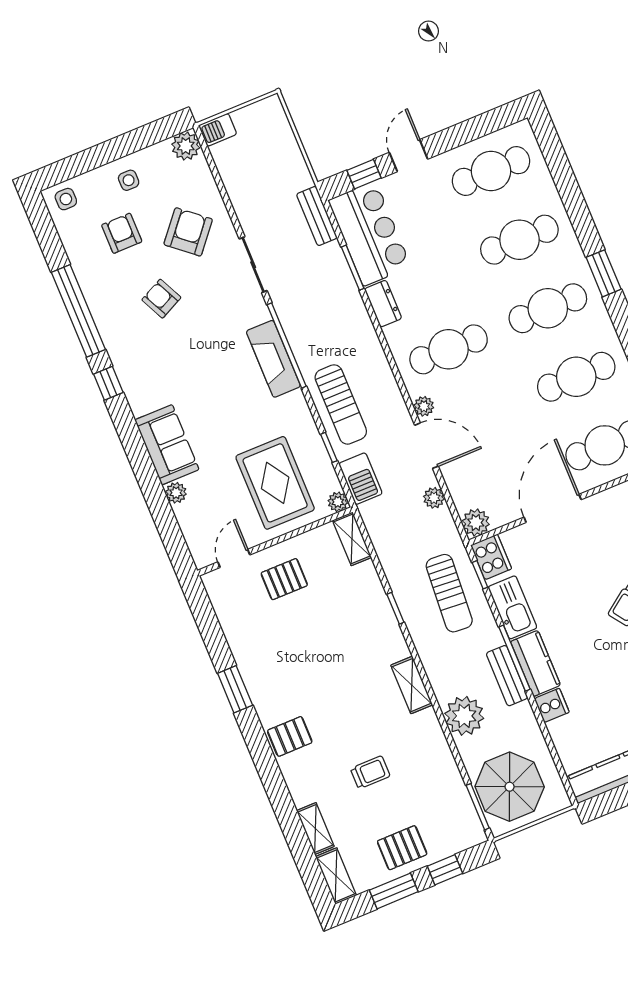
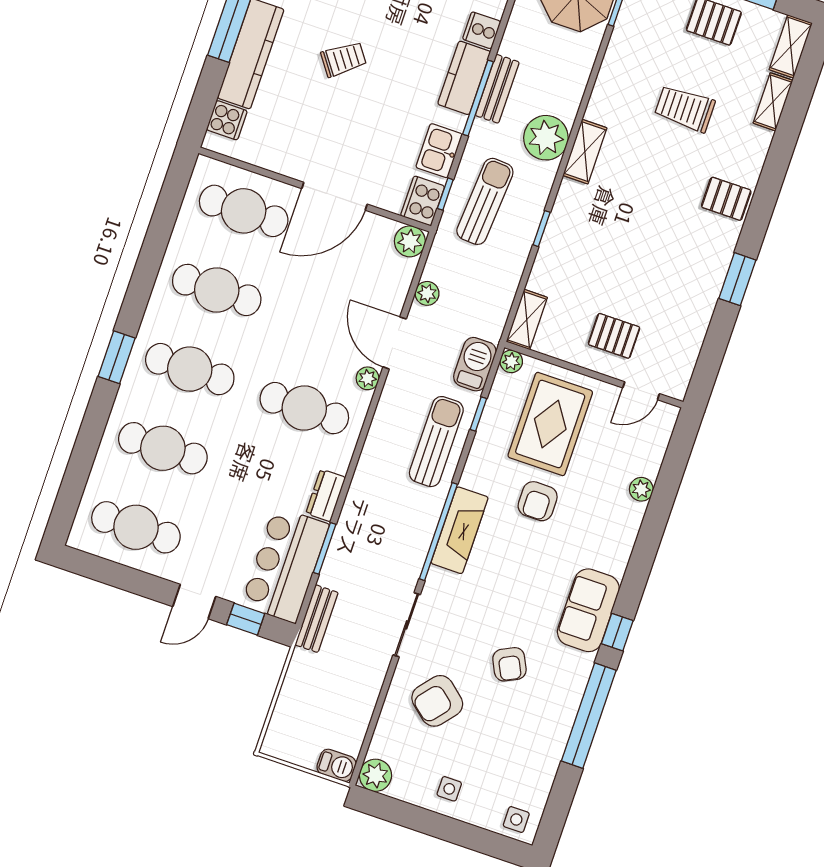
armchair: (122, 233) -> (538, 501), moved
sofa: (167, 445) -> (588, 610), moved
kitchen sink: (512, 607) -> (439, 151), width x0.73
plant: (464, 716) -> (546, 138), moved
trolley: (370, 772) -> (685, 108), width x1.36, depth x1.39

